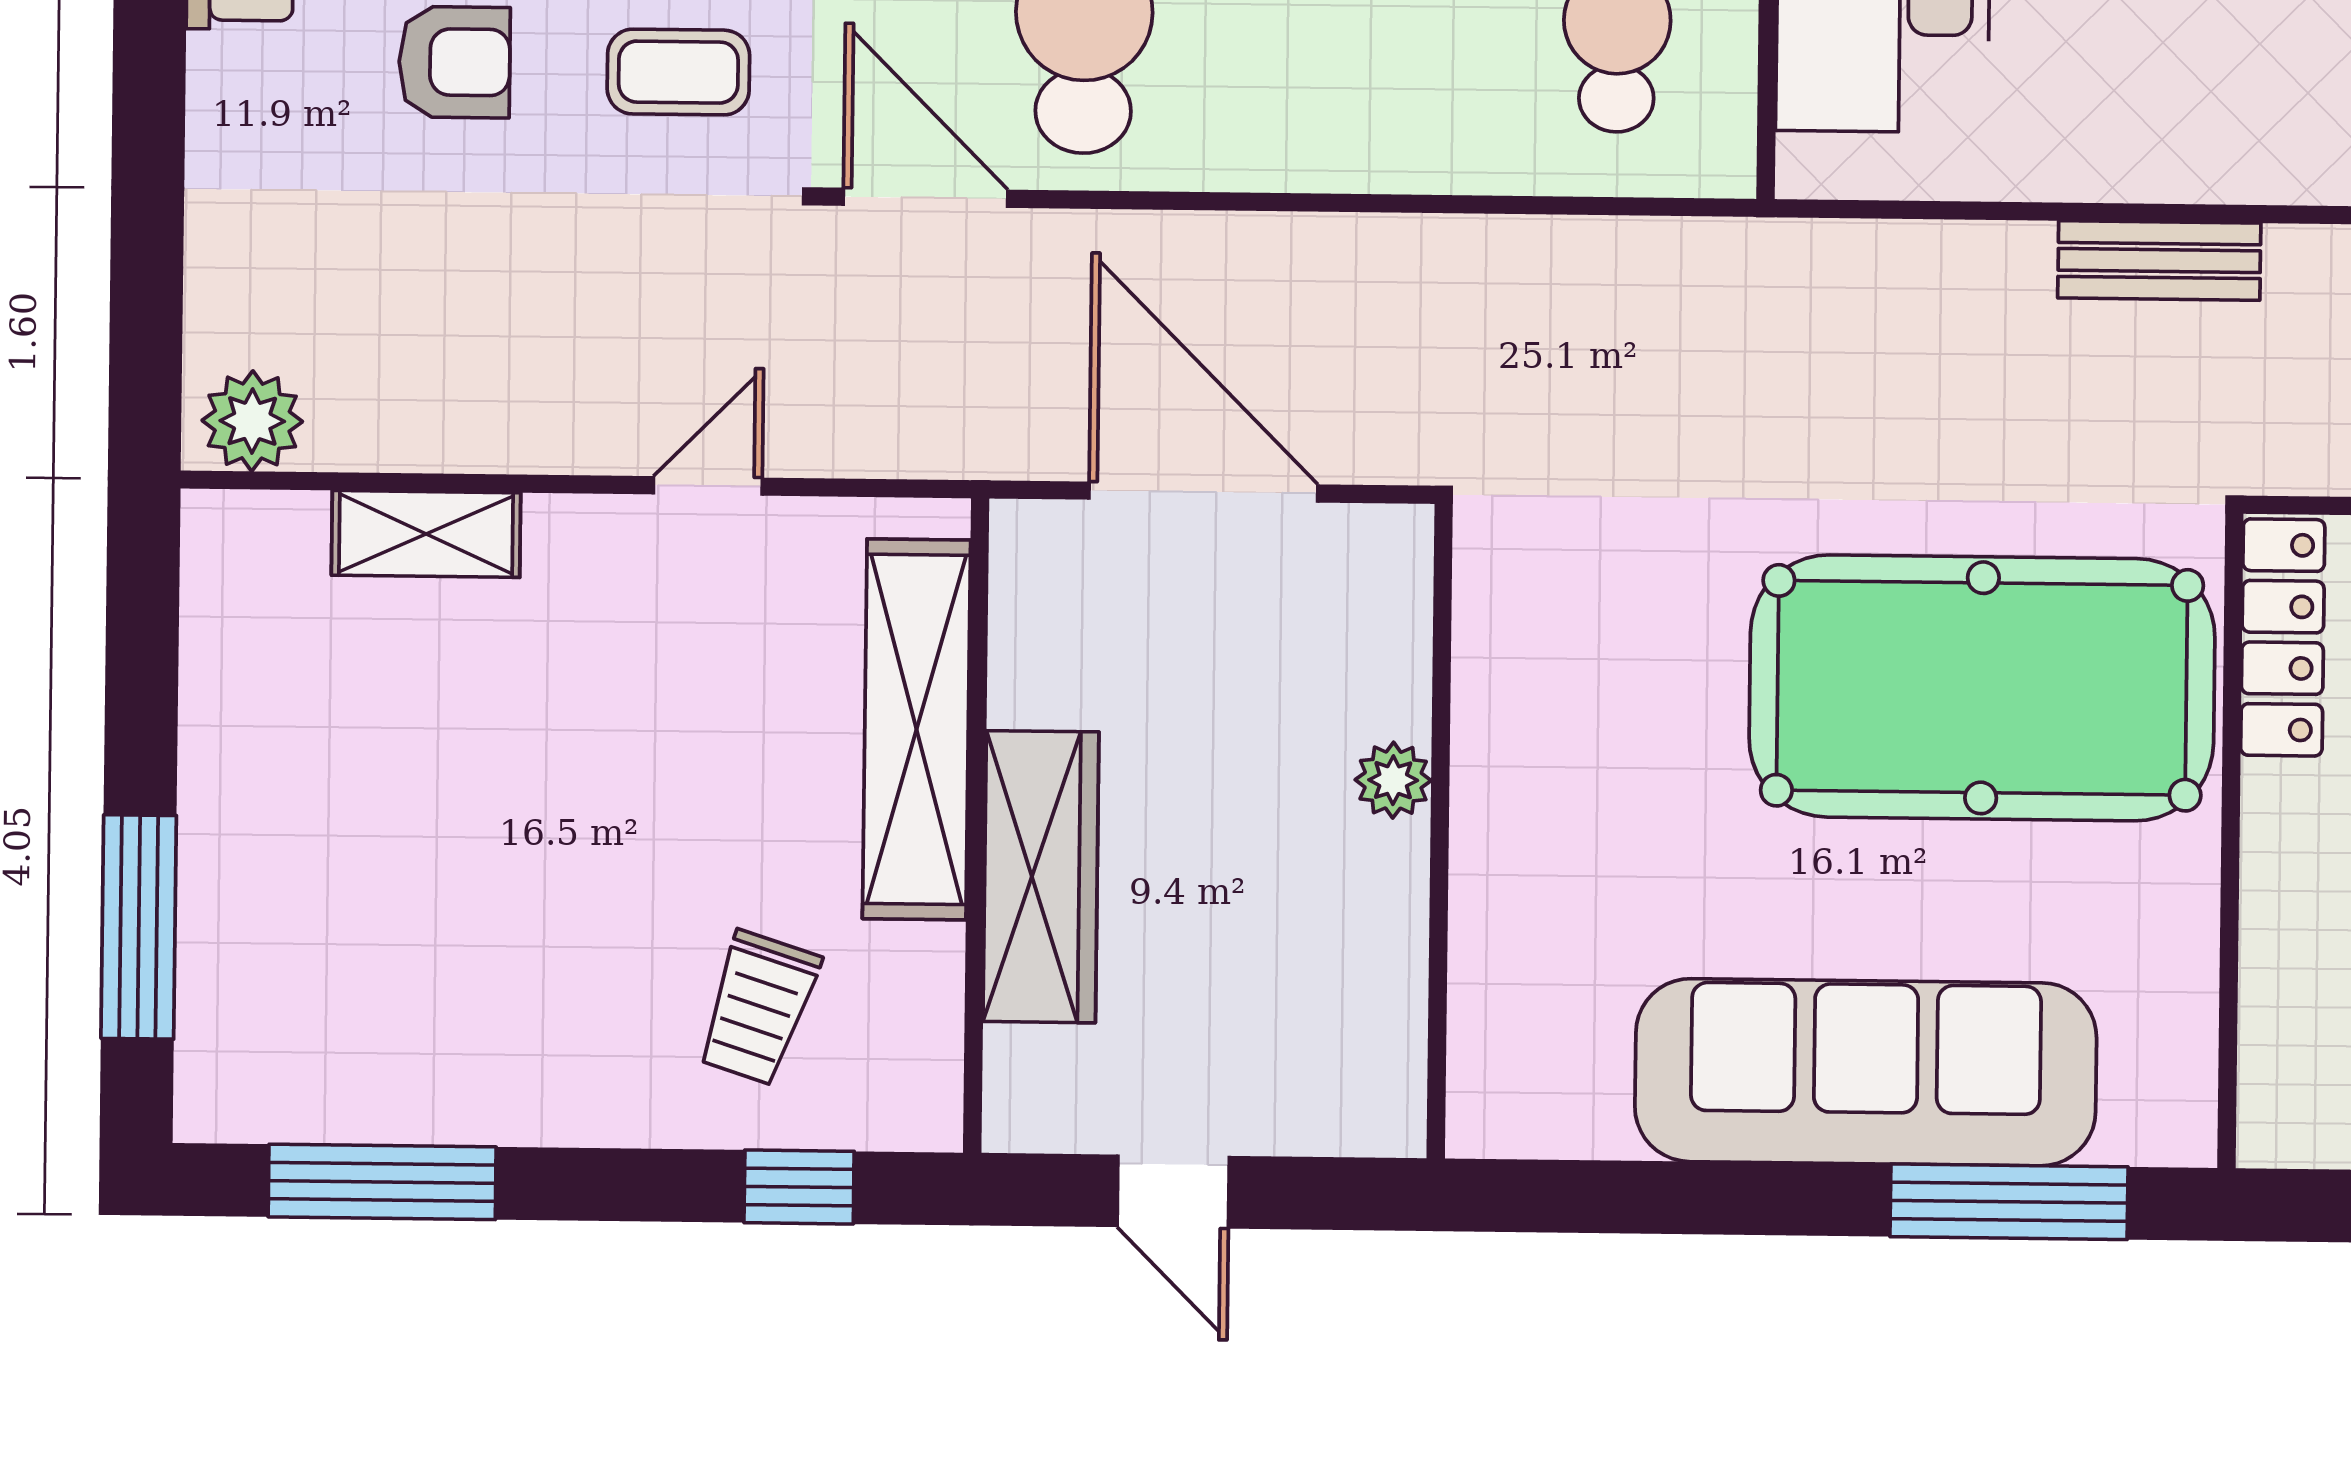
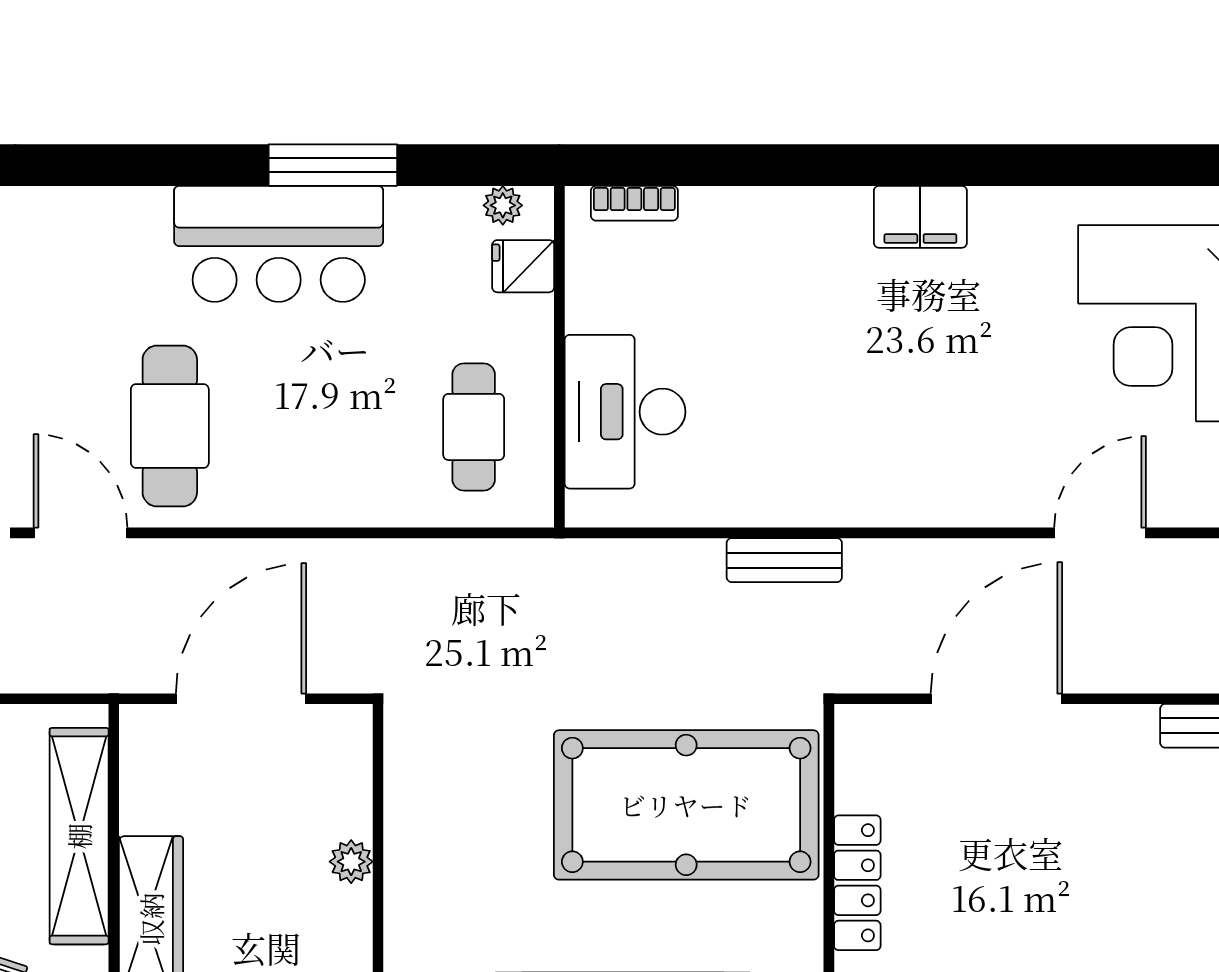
door: (1203, 492) -> (241, 699), hinge flipped
locker: (2283, 637) -> (857, 883), moved

